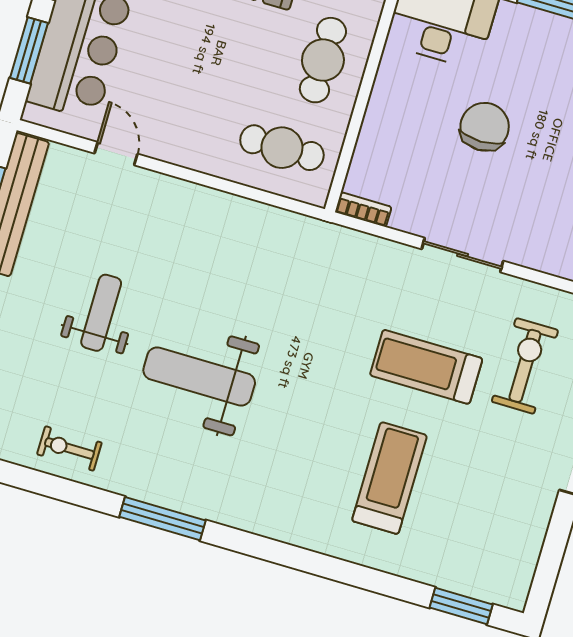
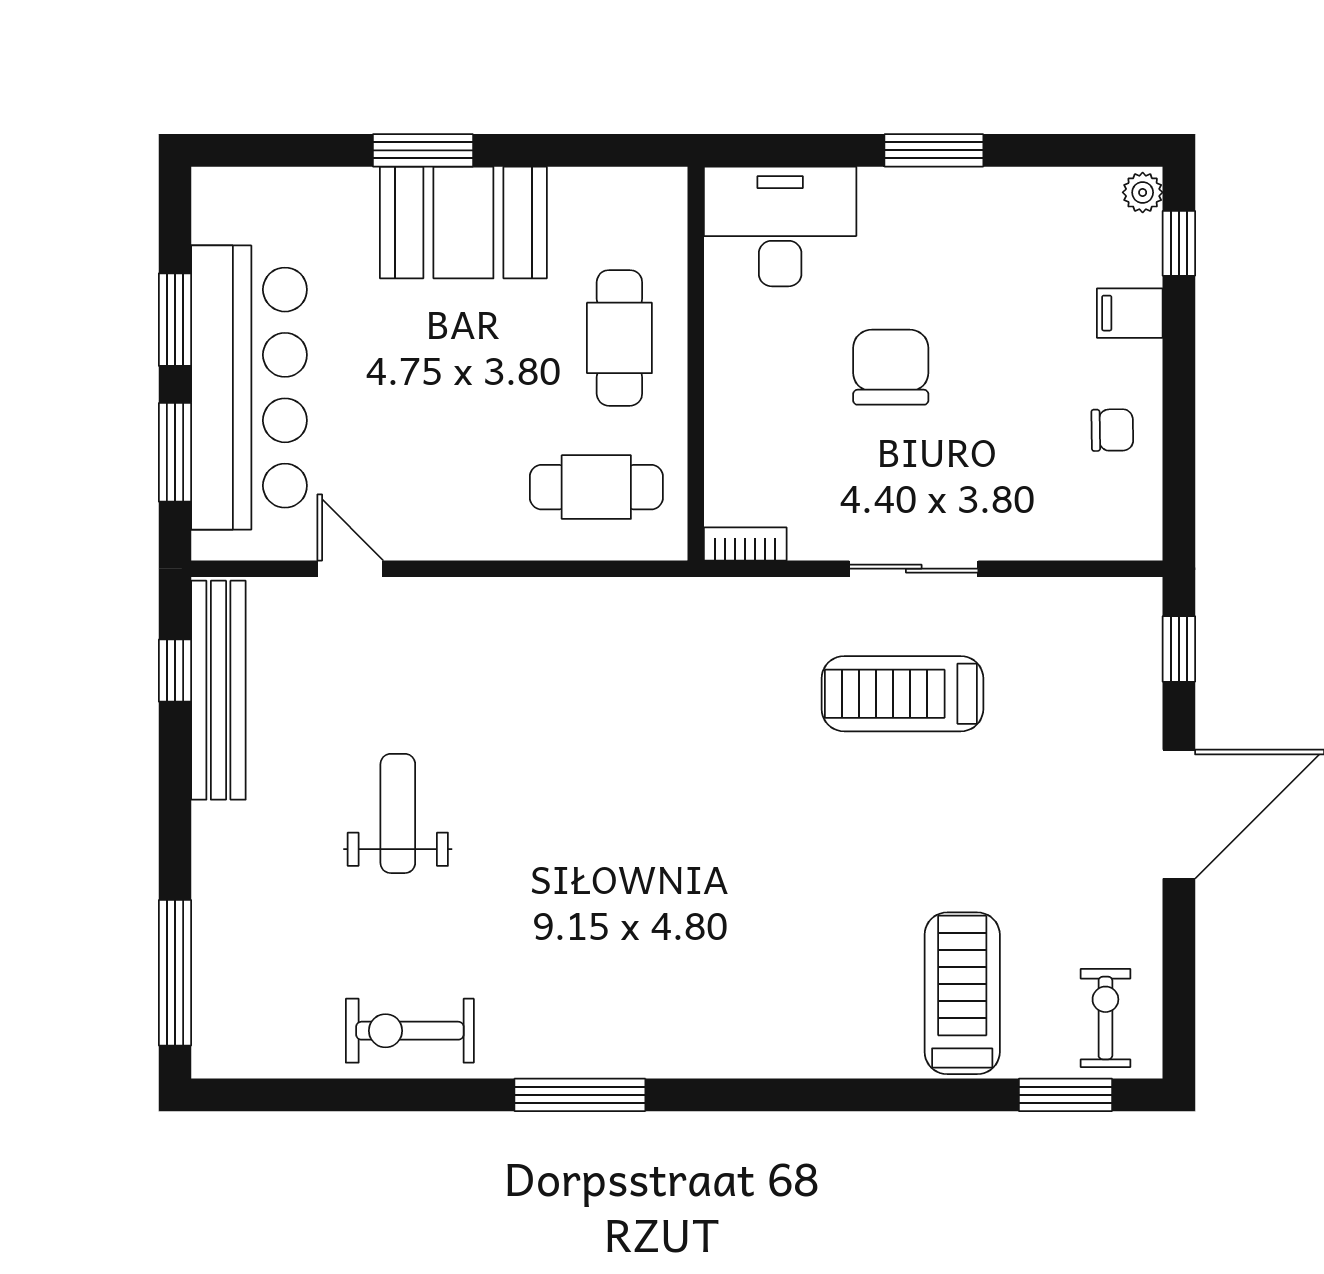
exercise bike: (525, 366) -> (1105, 1018), moved, width x0.73, depth x0.72
treadmill: (426, 367) -> (902, 694), moved
weight bench: (199, 376) -> (573, 866), removed
exercise bike: (69, 448) -> (410, 1031), width x1.38, depth x1.39
treadmill: (389, 478) -> (962, 993), moved

